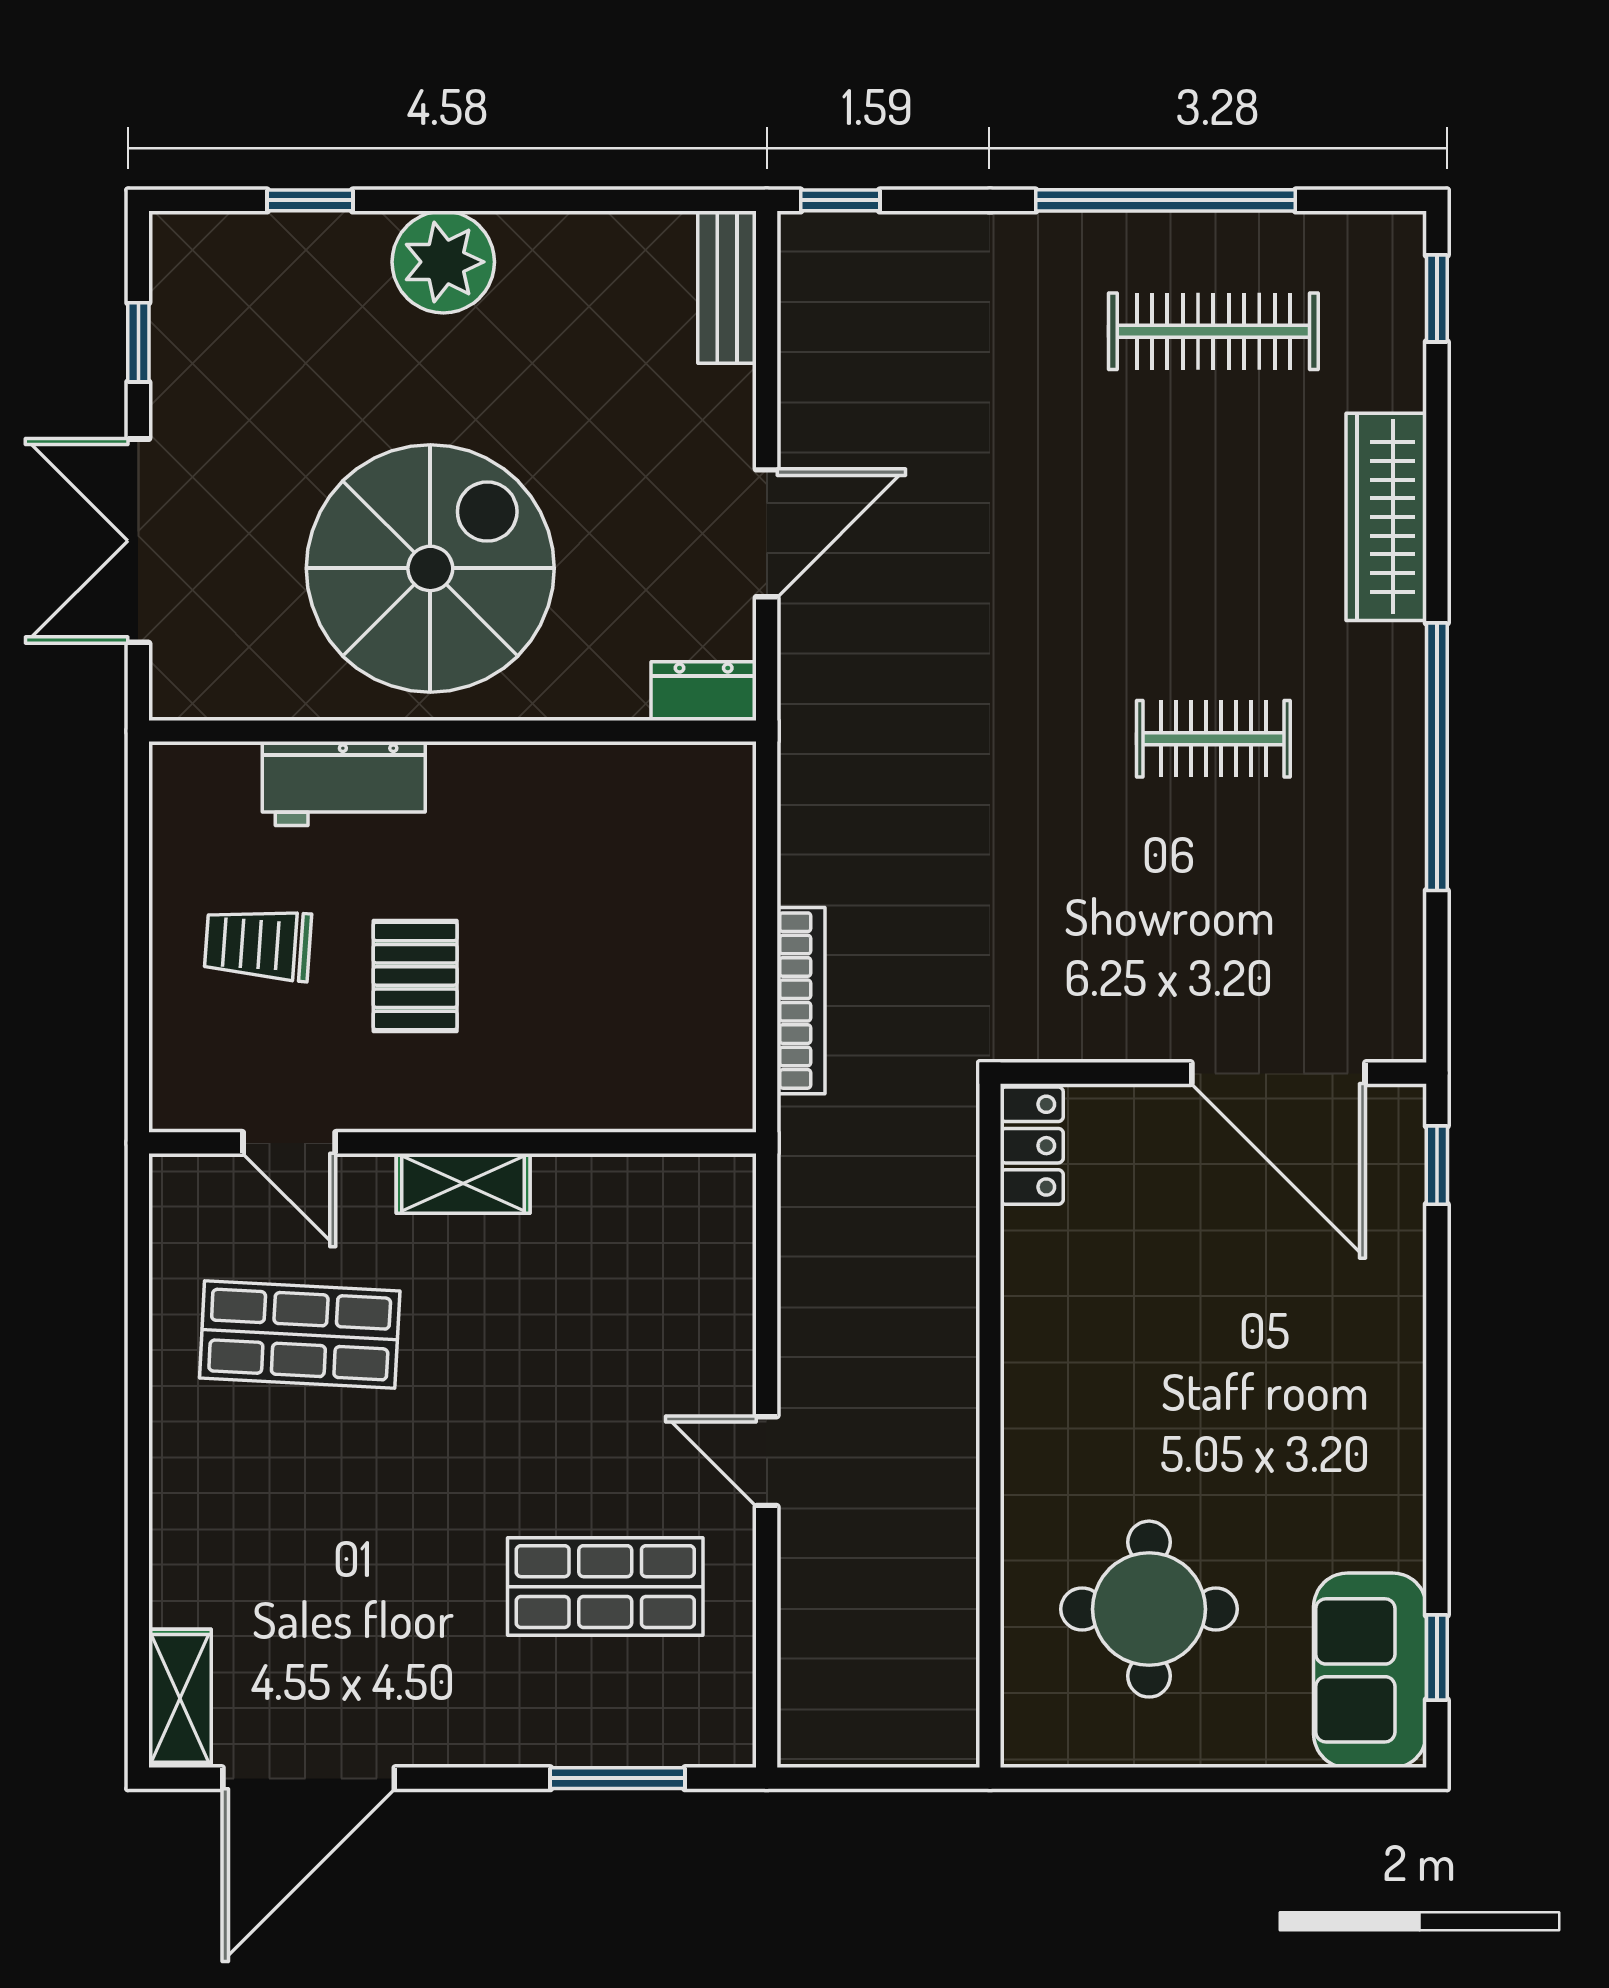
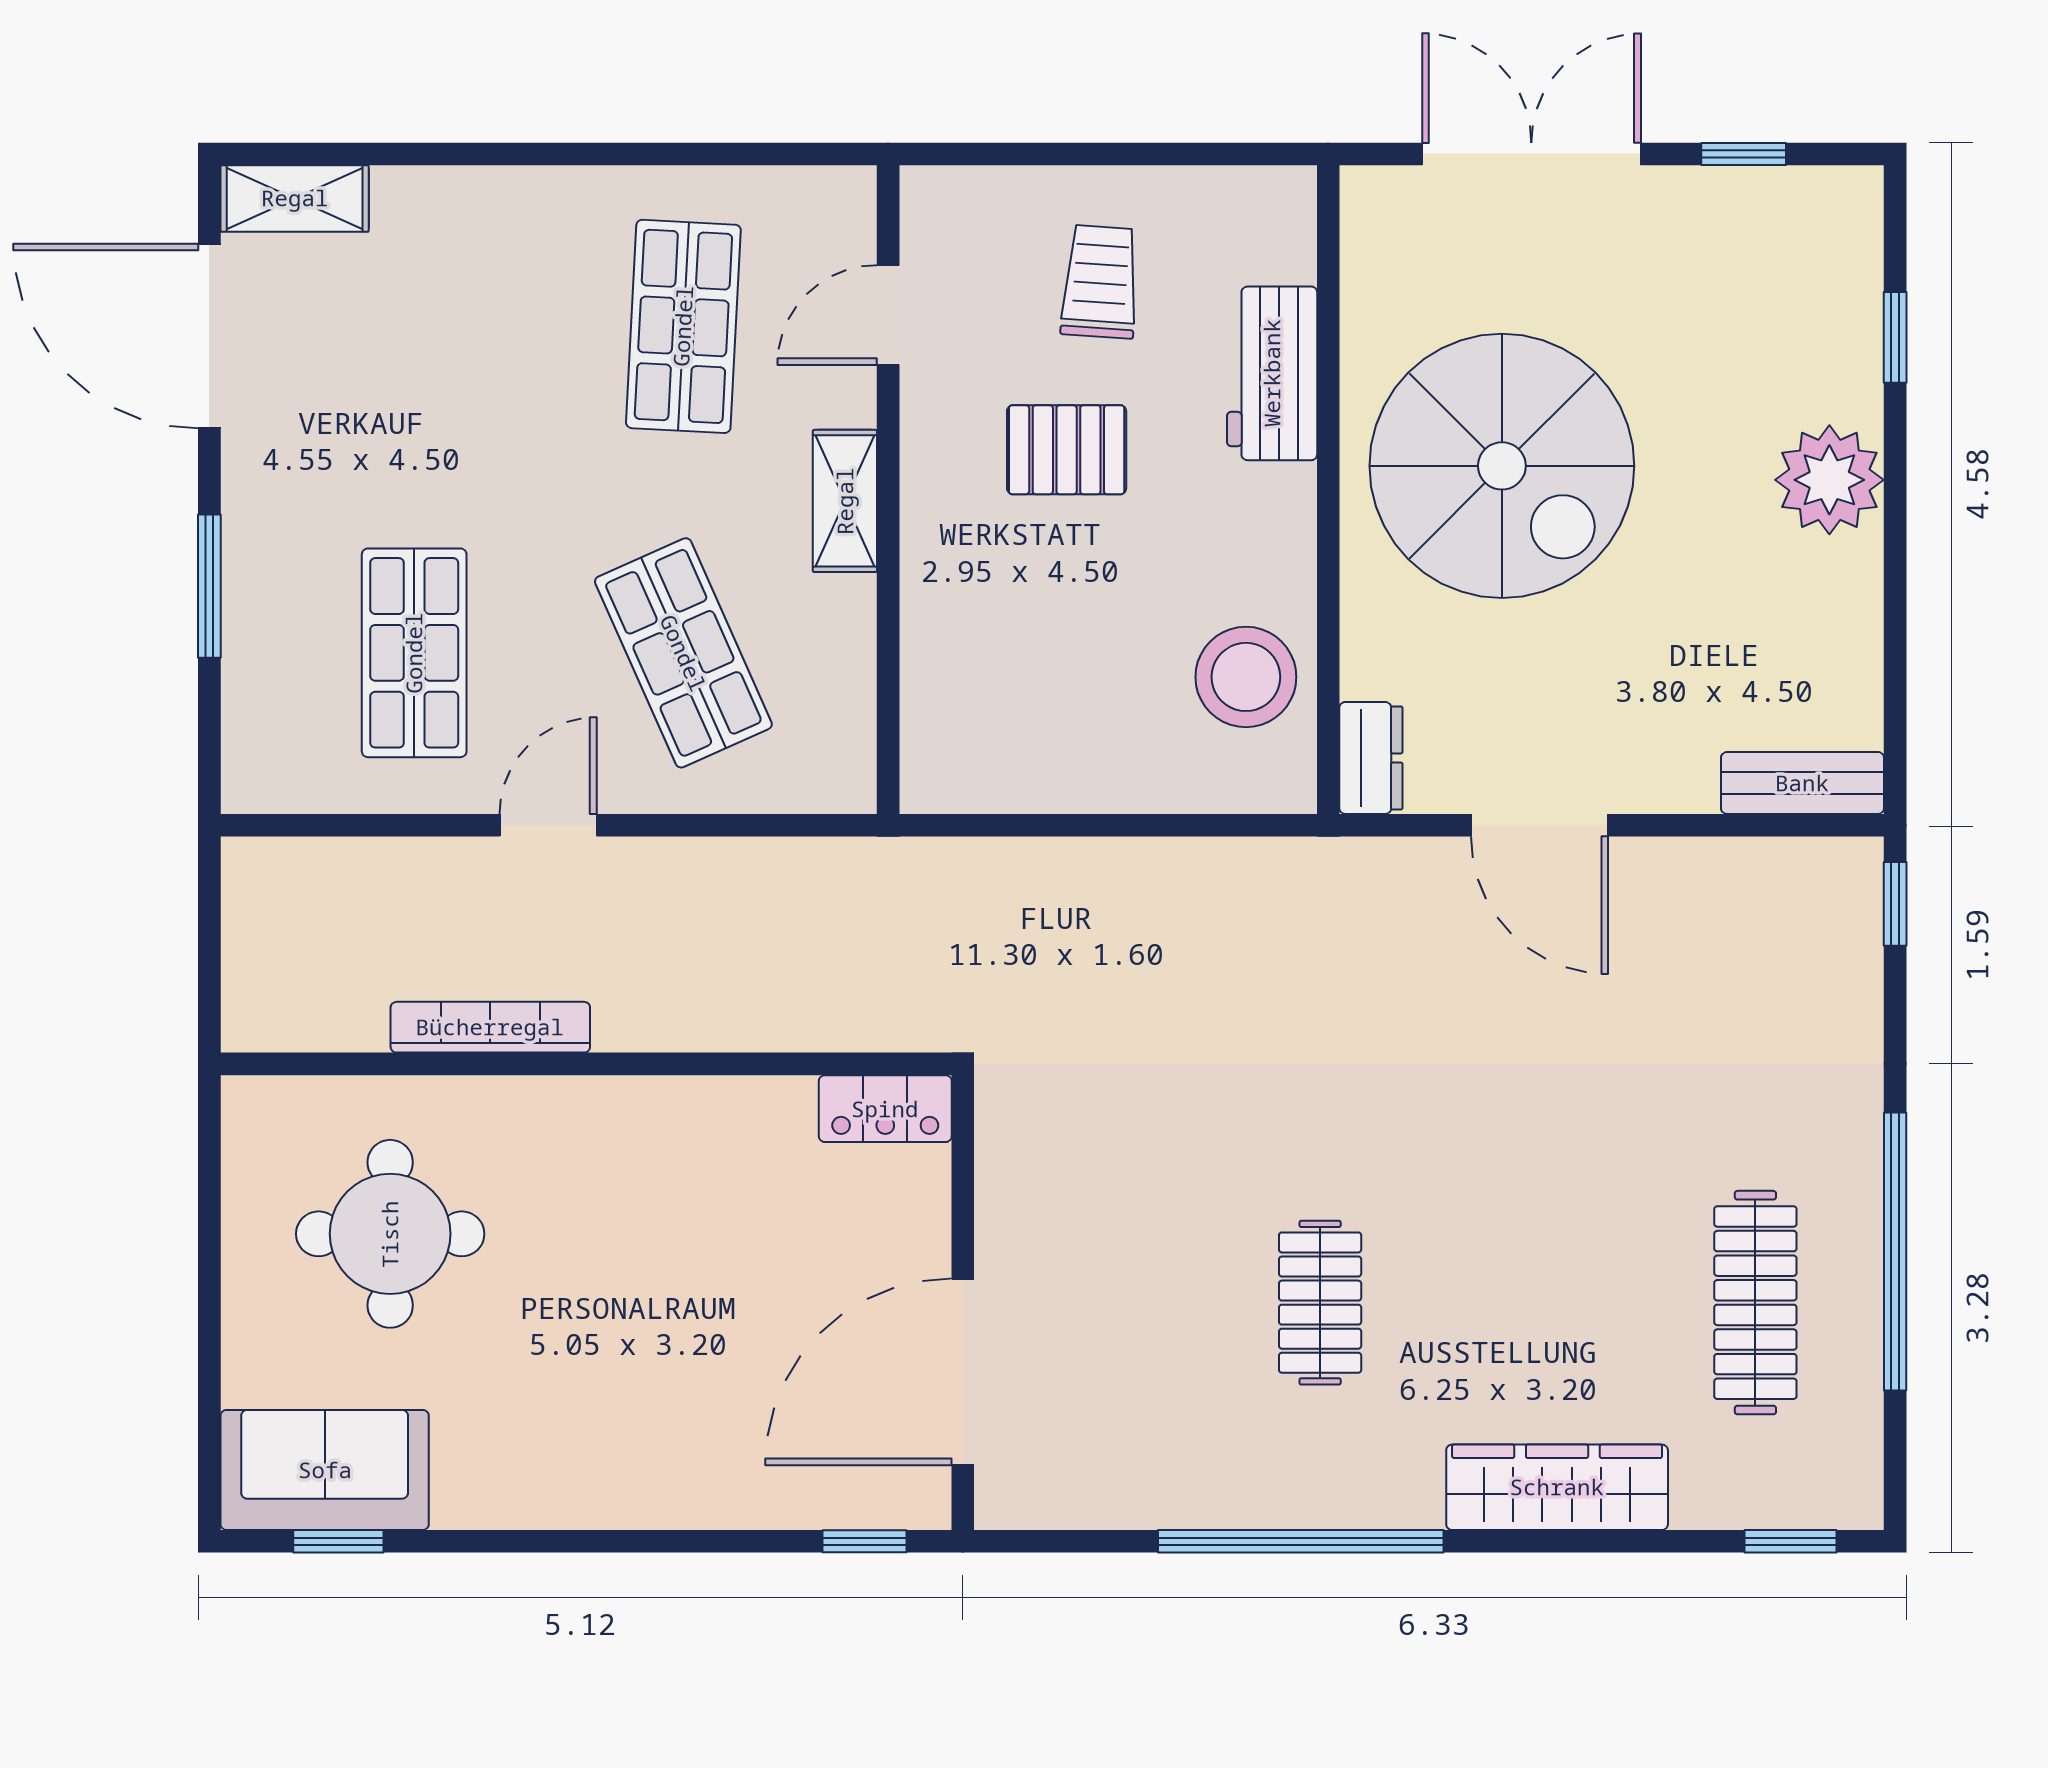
stool: (628, 808) -> (1246, 677), added
bookcase: (801, 1001) -> (490, 1027), moved, turned 180
shop shelf: (605, 1335) -> (683, 653), added
window: (618, 1778) -> (209, 586), moved

